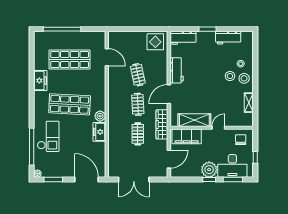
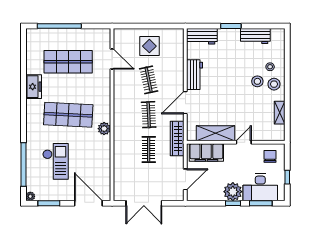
display table: (155, 42) -> (149, 46), moved
freezer: (99, 132) -> (103, 147), removed
checkout: (48, 136) -> (55, 161), moved

